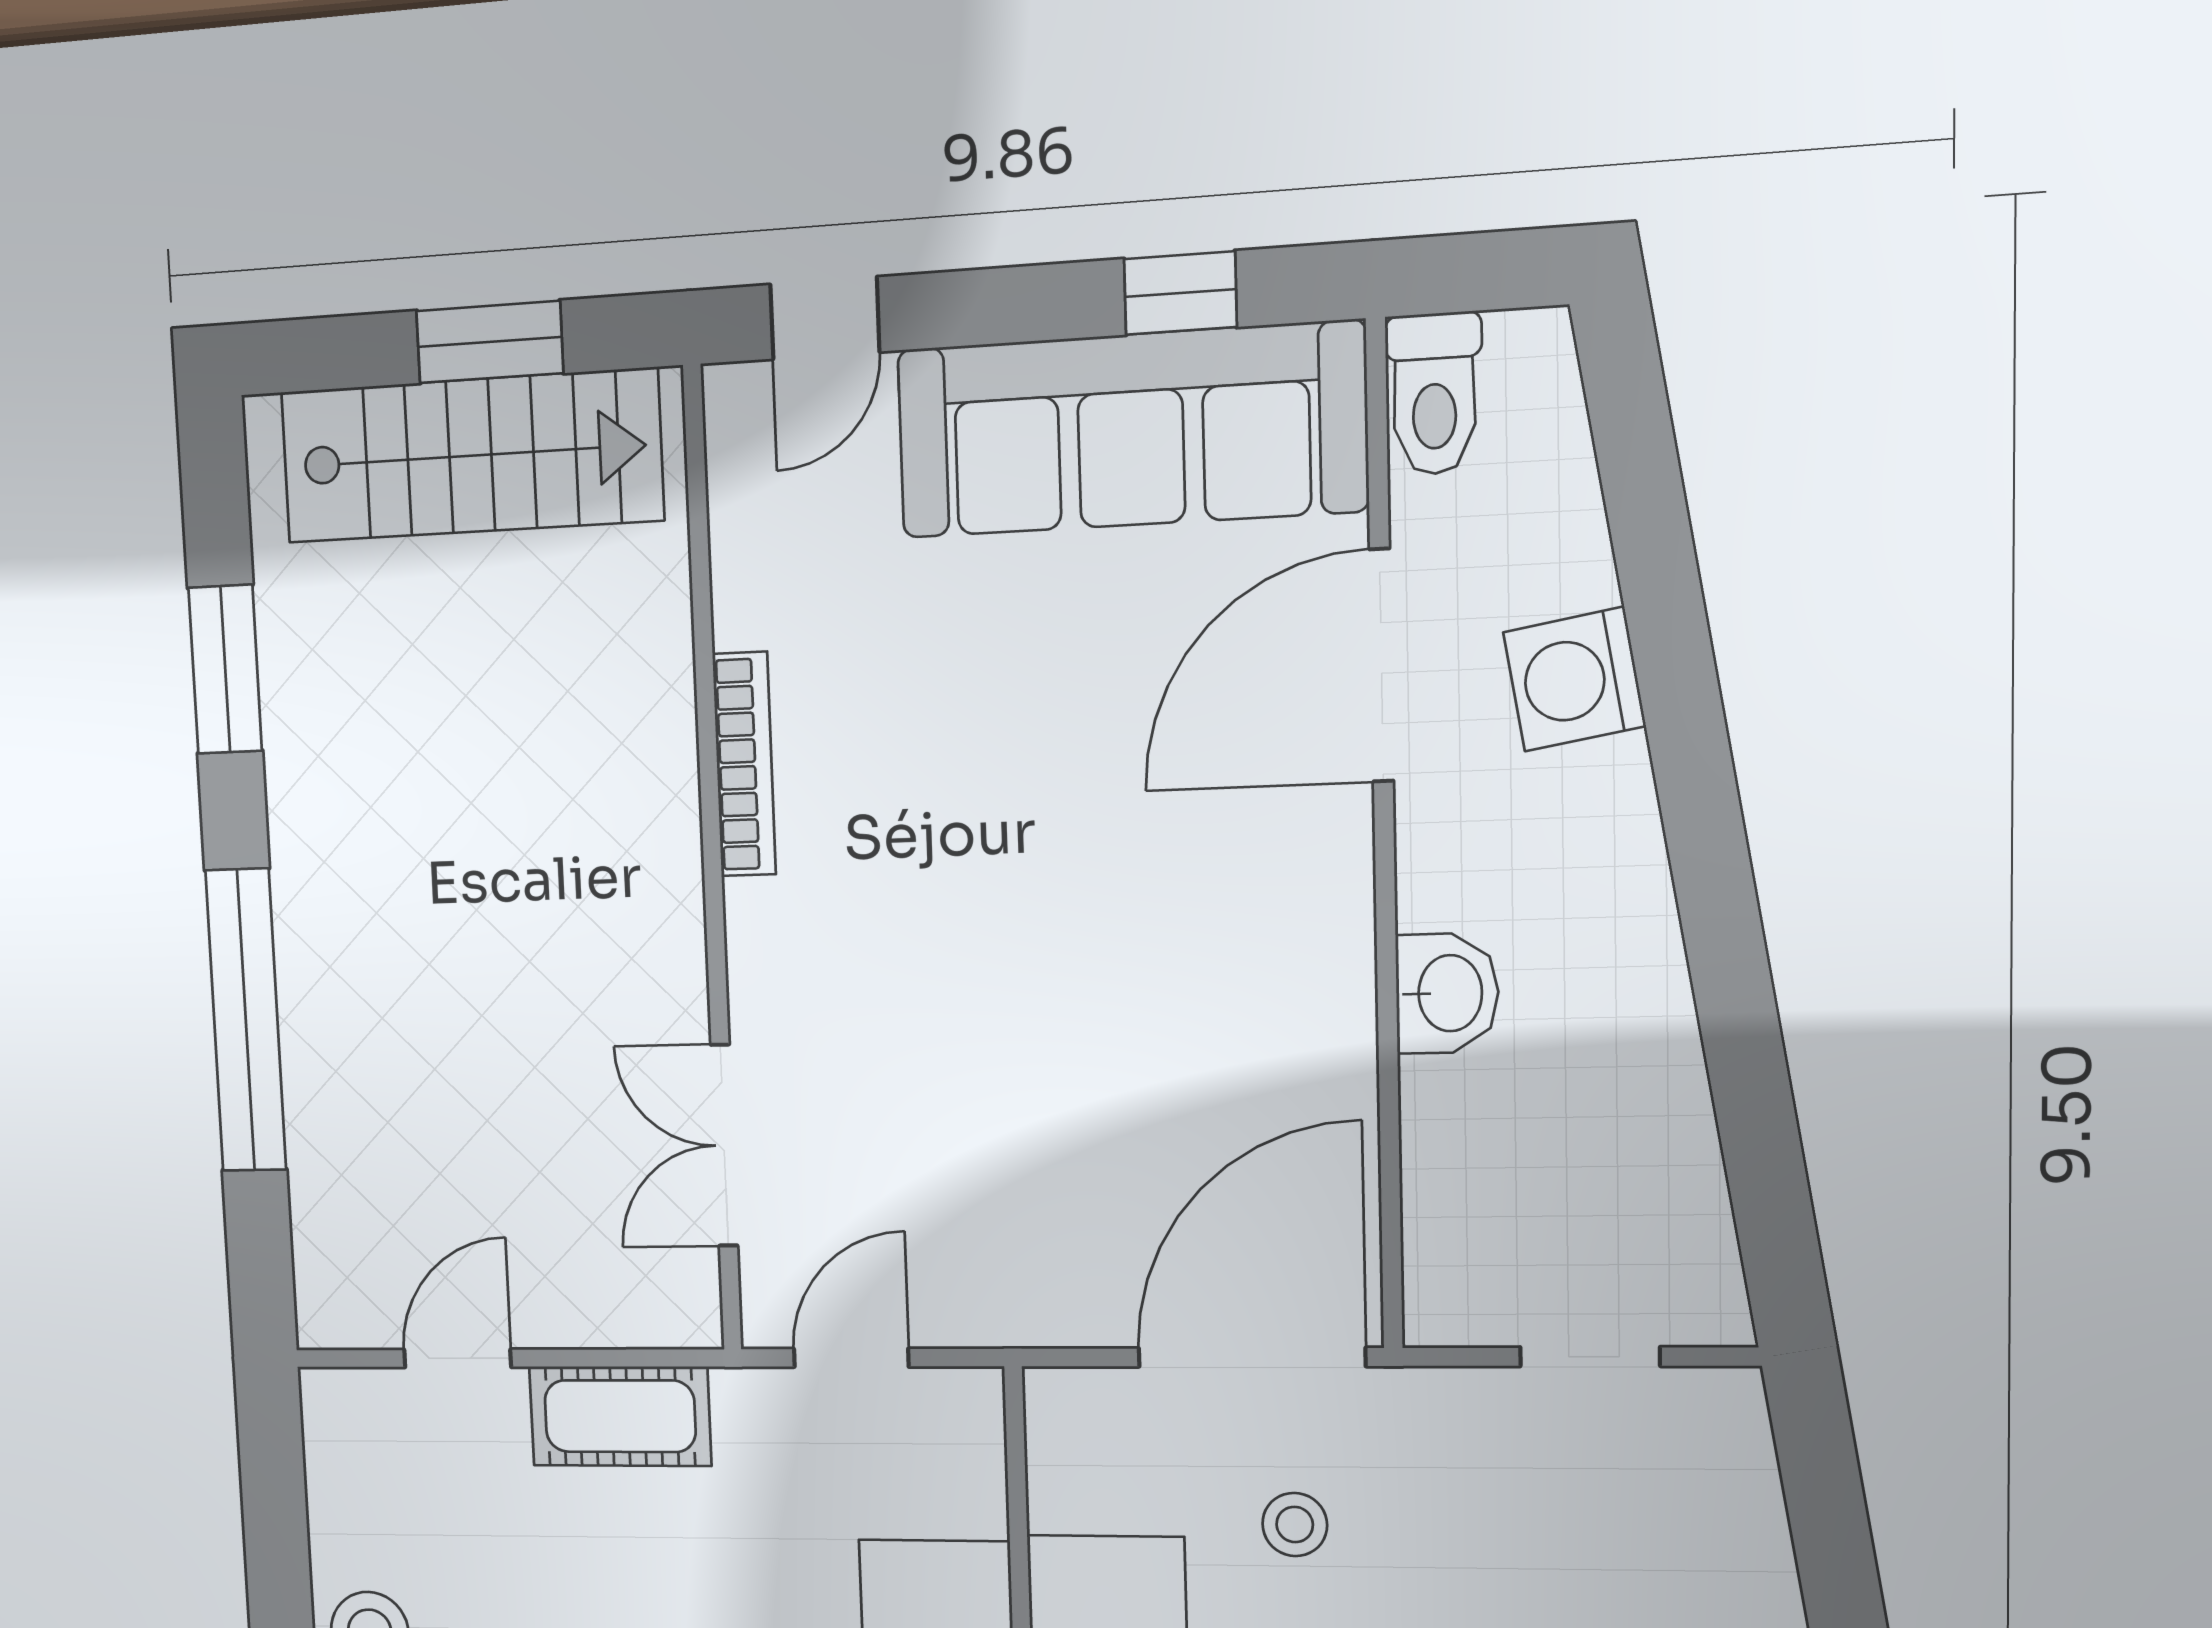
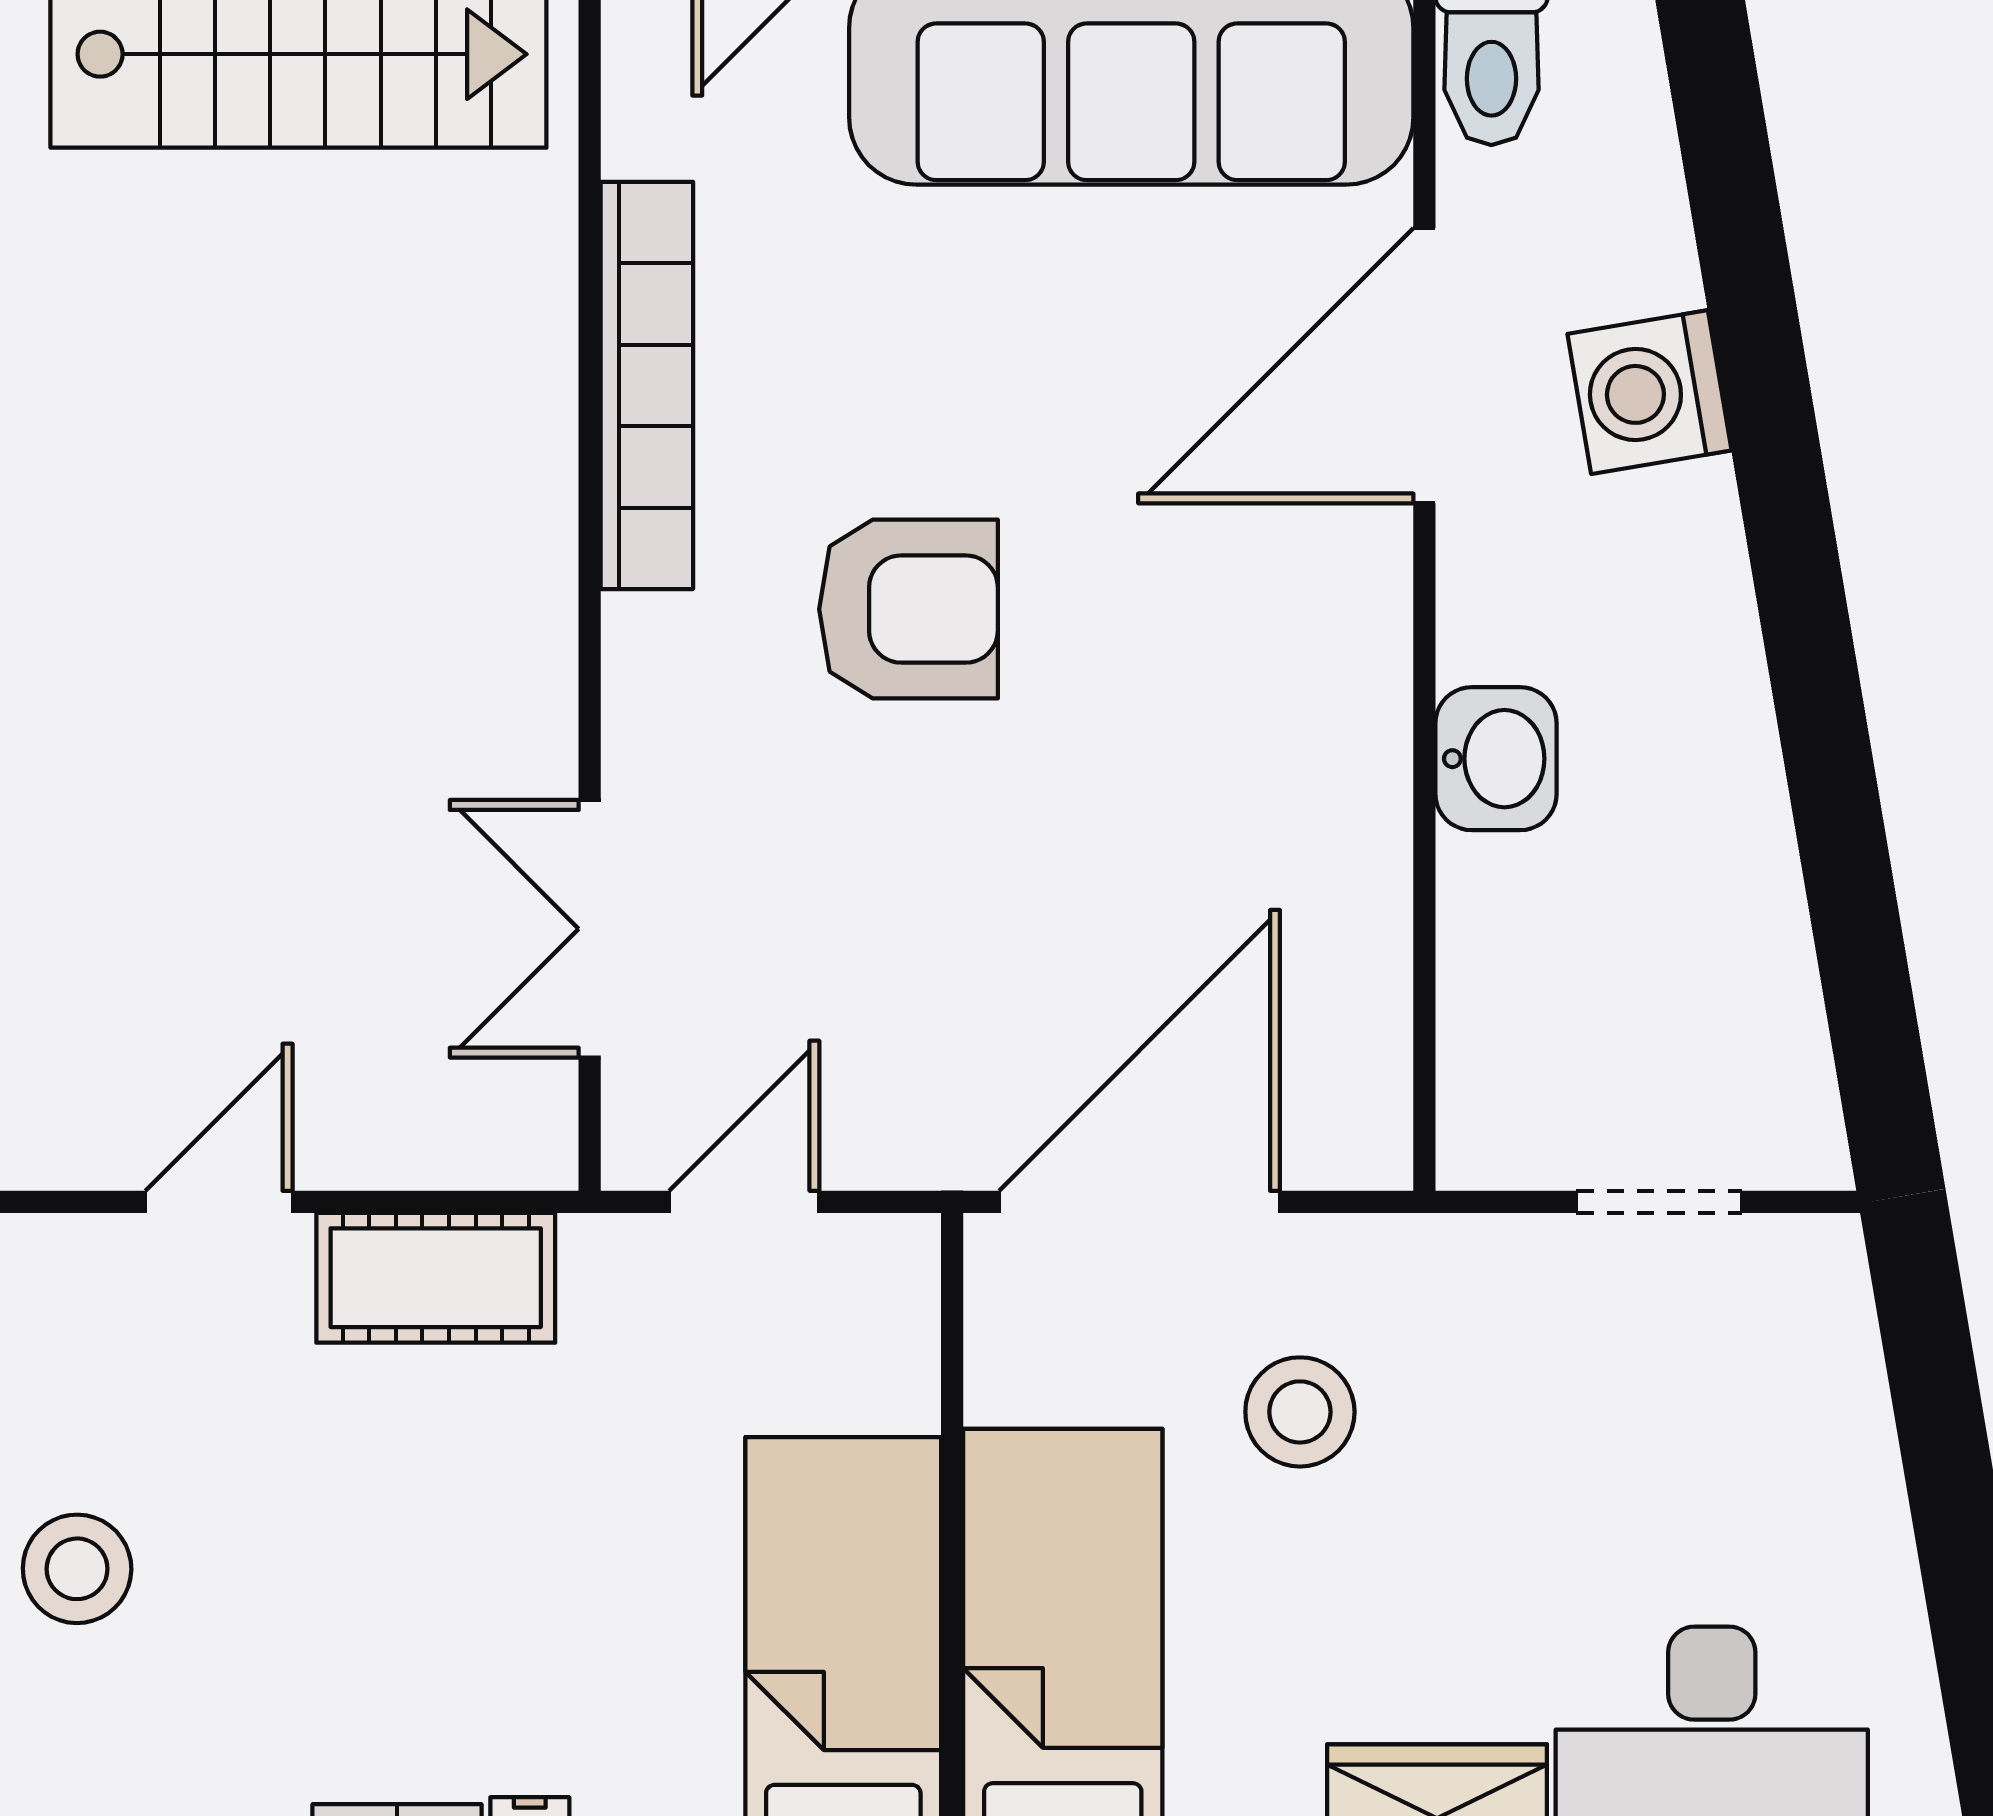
bookcase: (744, 764) -> (647, 385), width x1.48, depth x1.31
armchair: (963, 884) -> (908, 609), added
door: (1251, 1357) -> (1139, 1202), moved
stool: (1295, 1525) -> (1300, 1412), width x1.37, depth x1.37

